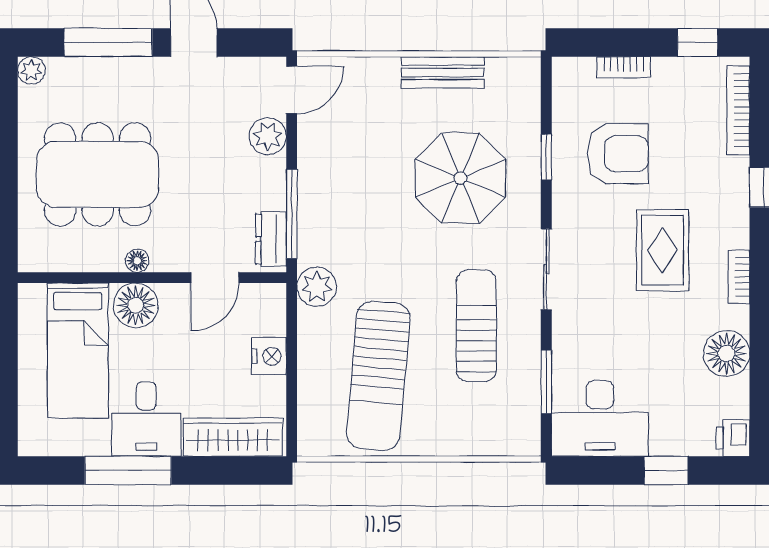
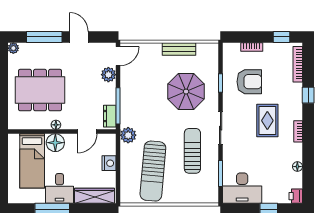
floor lamp: (727, 354) -> (297, 167), width x0.53, depth x0.53

